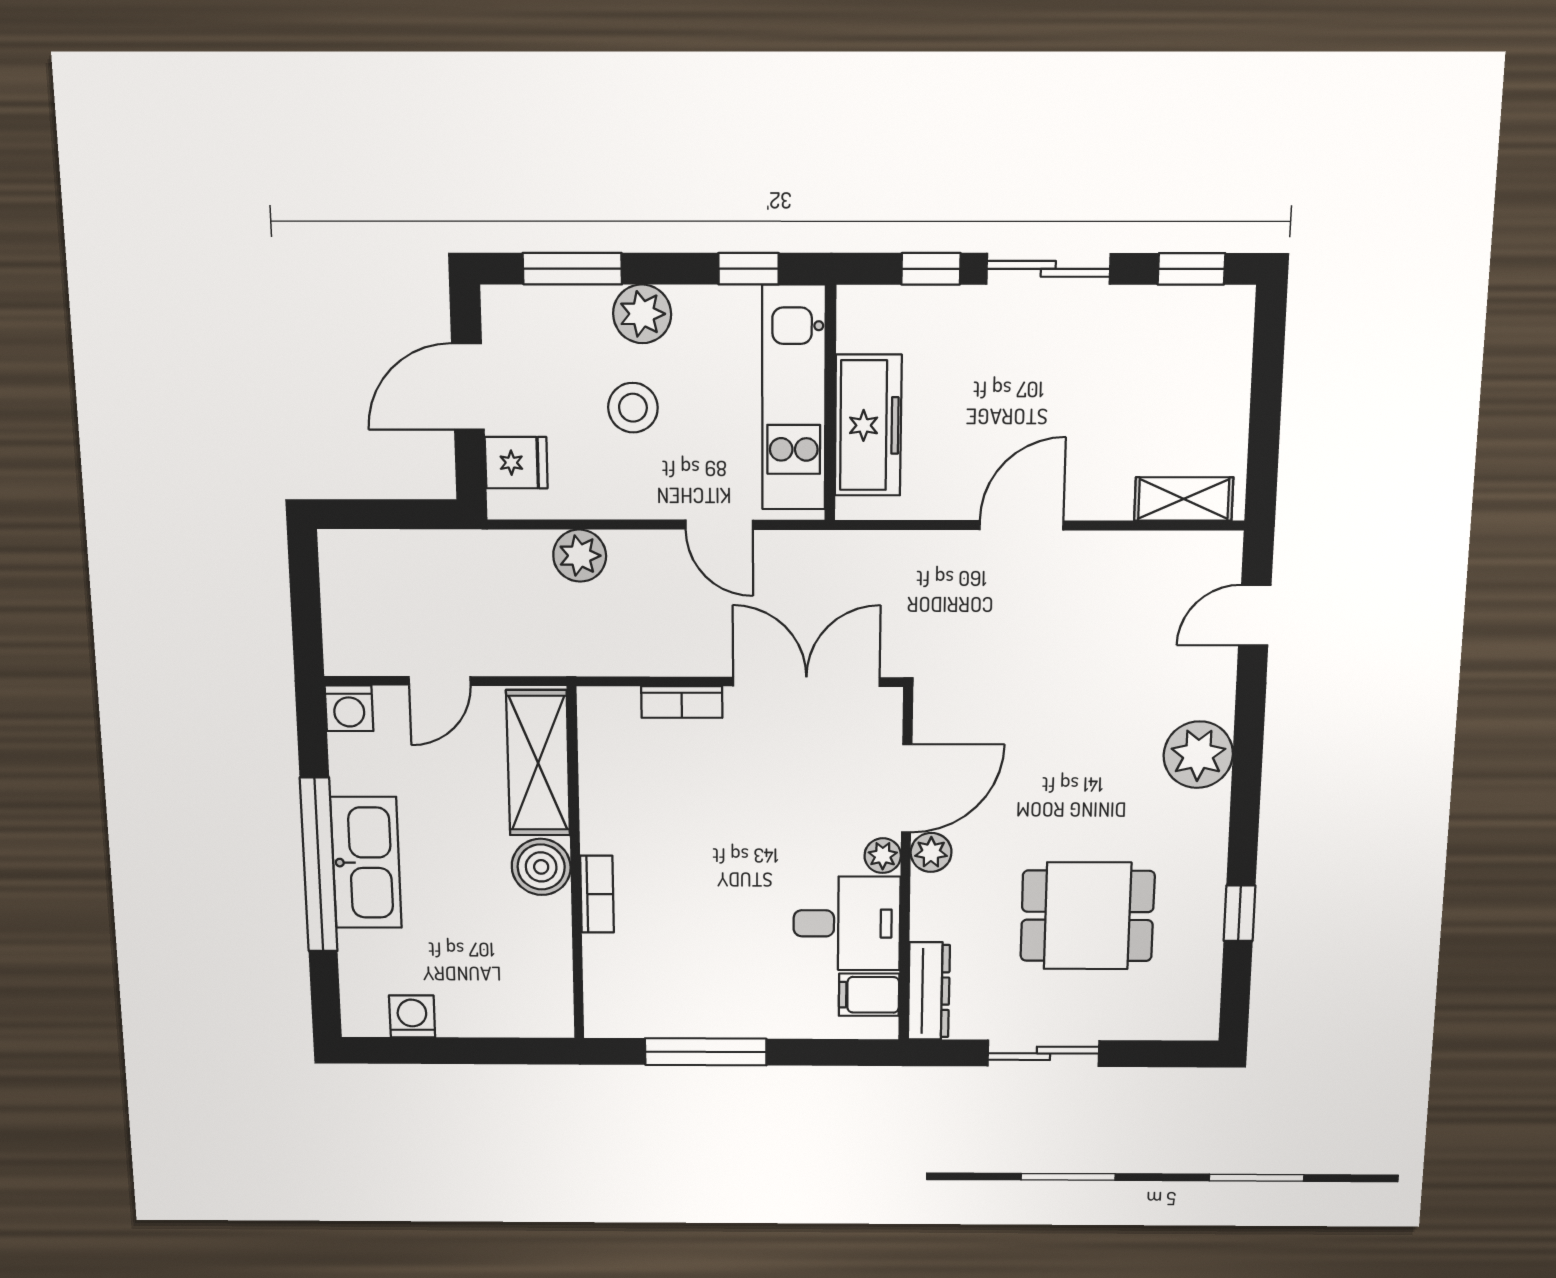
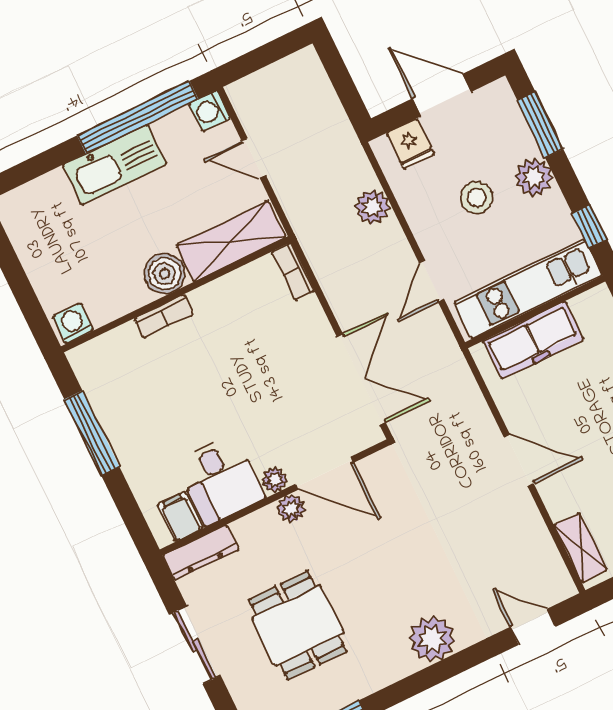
bookcase: (682, 702) -> (293, 271), moved
window: (319, 865) -> (138, 117), moved
washing machine: (412, 1016) -> (73, 323), moved, turned -90

